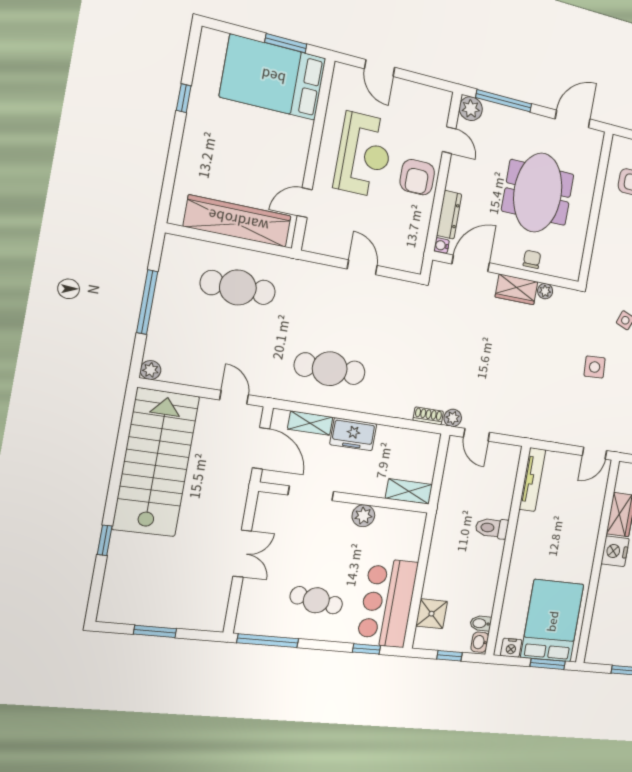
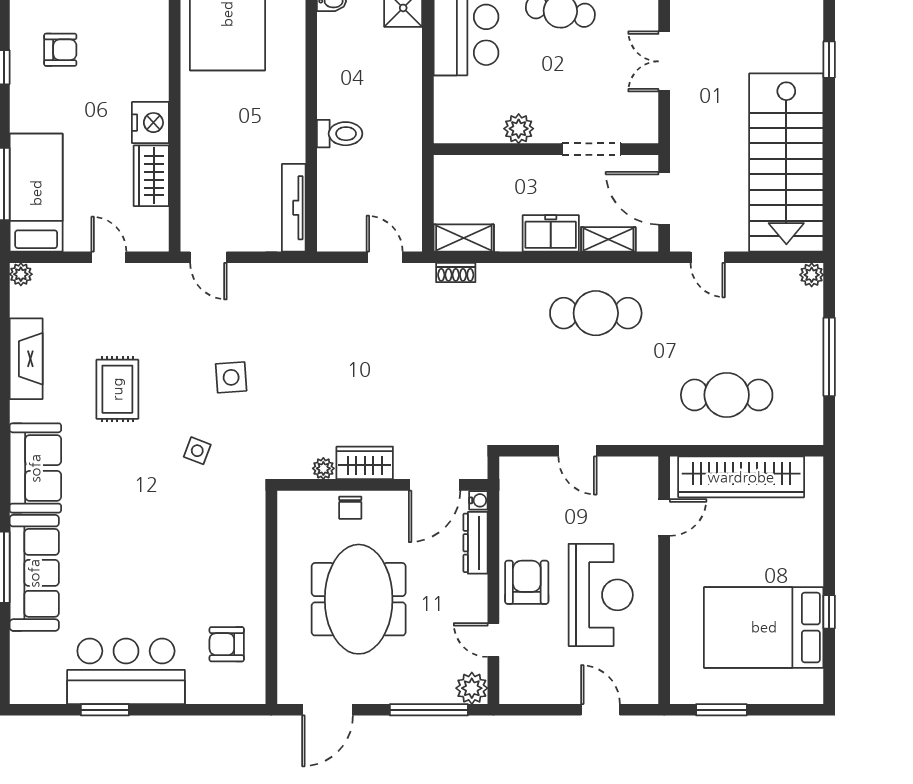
bed: (273, 77) -> (764, 627), moved, turned 180
reception desk: (364, 155) -> (601, 595), turned 180
plant: (453, 418) -> (422, 275), removed
door: (594, 453) -> (208, 257), swing flipped
shelving: (409, 491) -> (464, 238), moved

